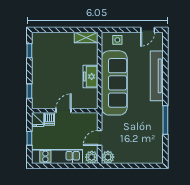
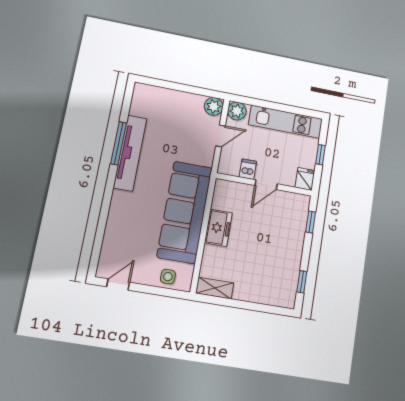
tv unit: (157, 76) -> (130, 153), moved
dishwasher: (49, 119) -> (248, 169), moved

